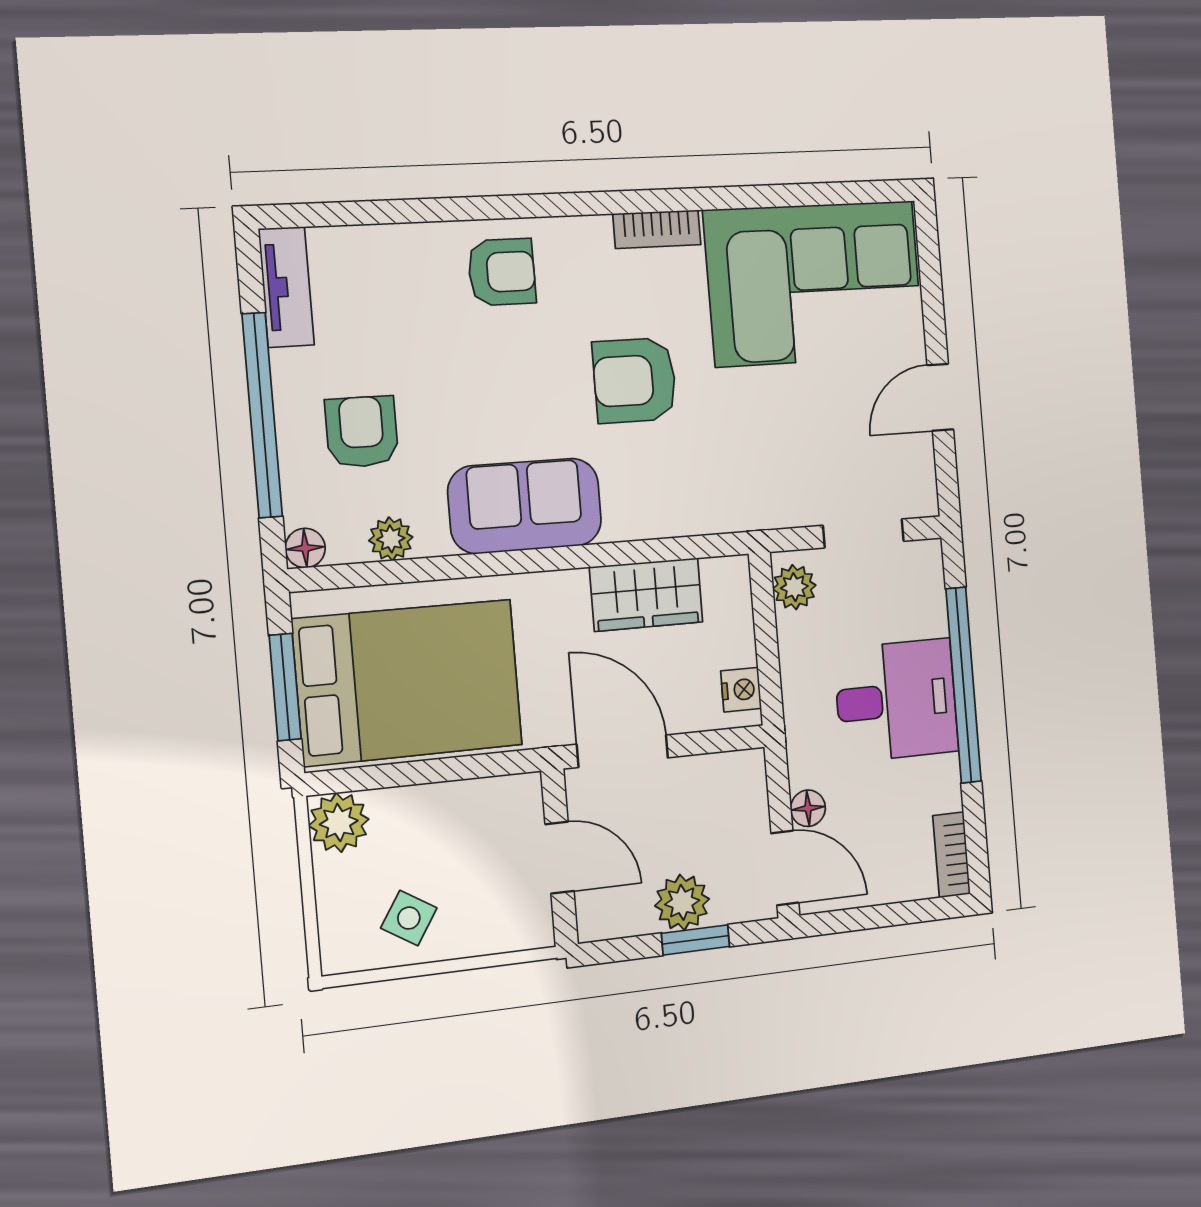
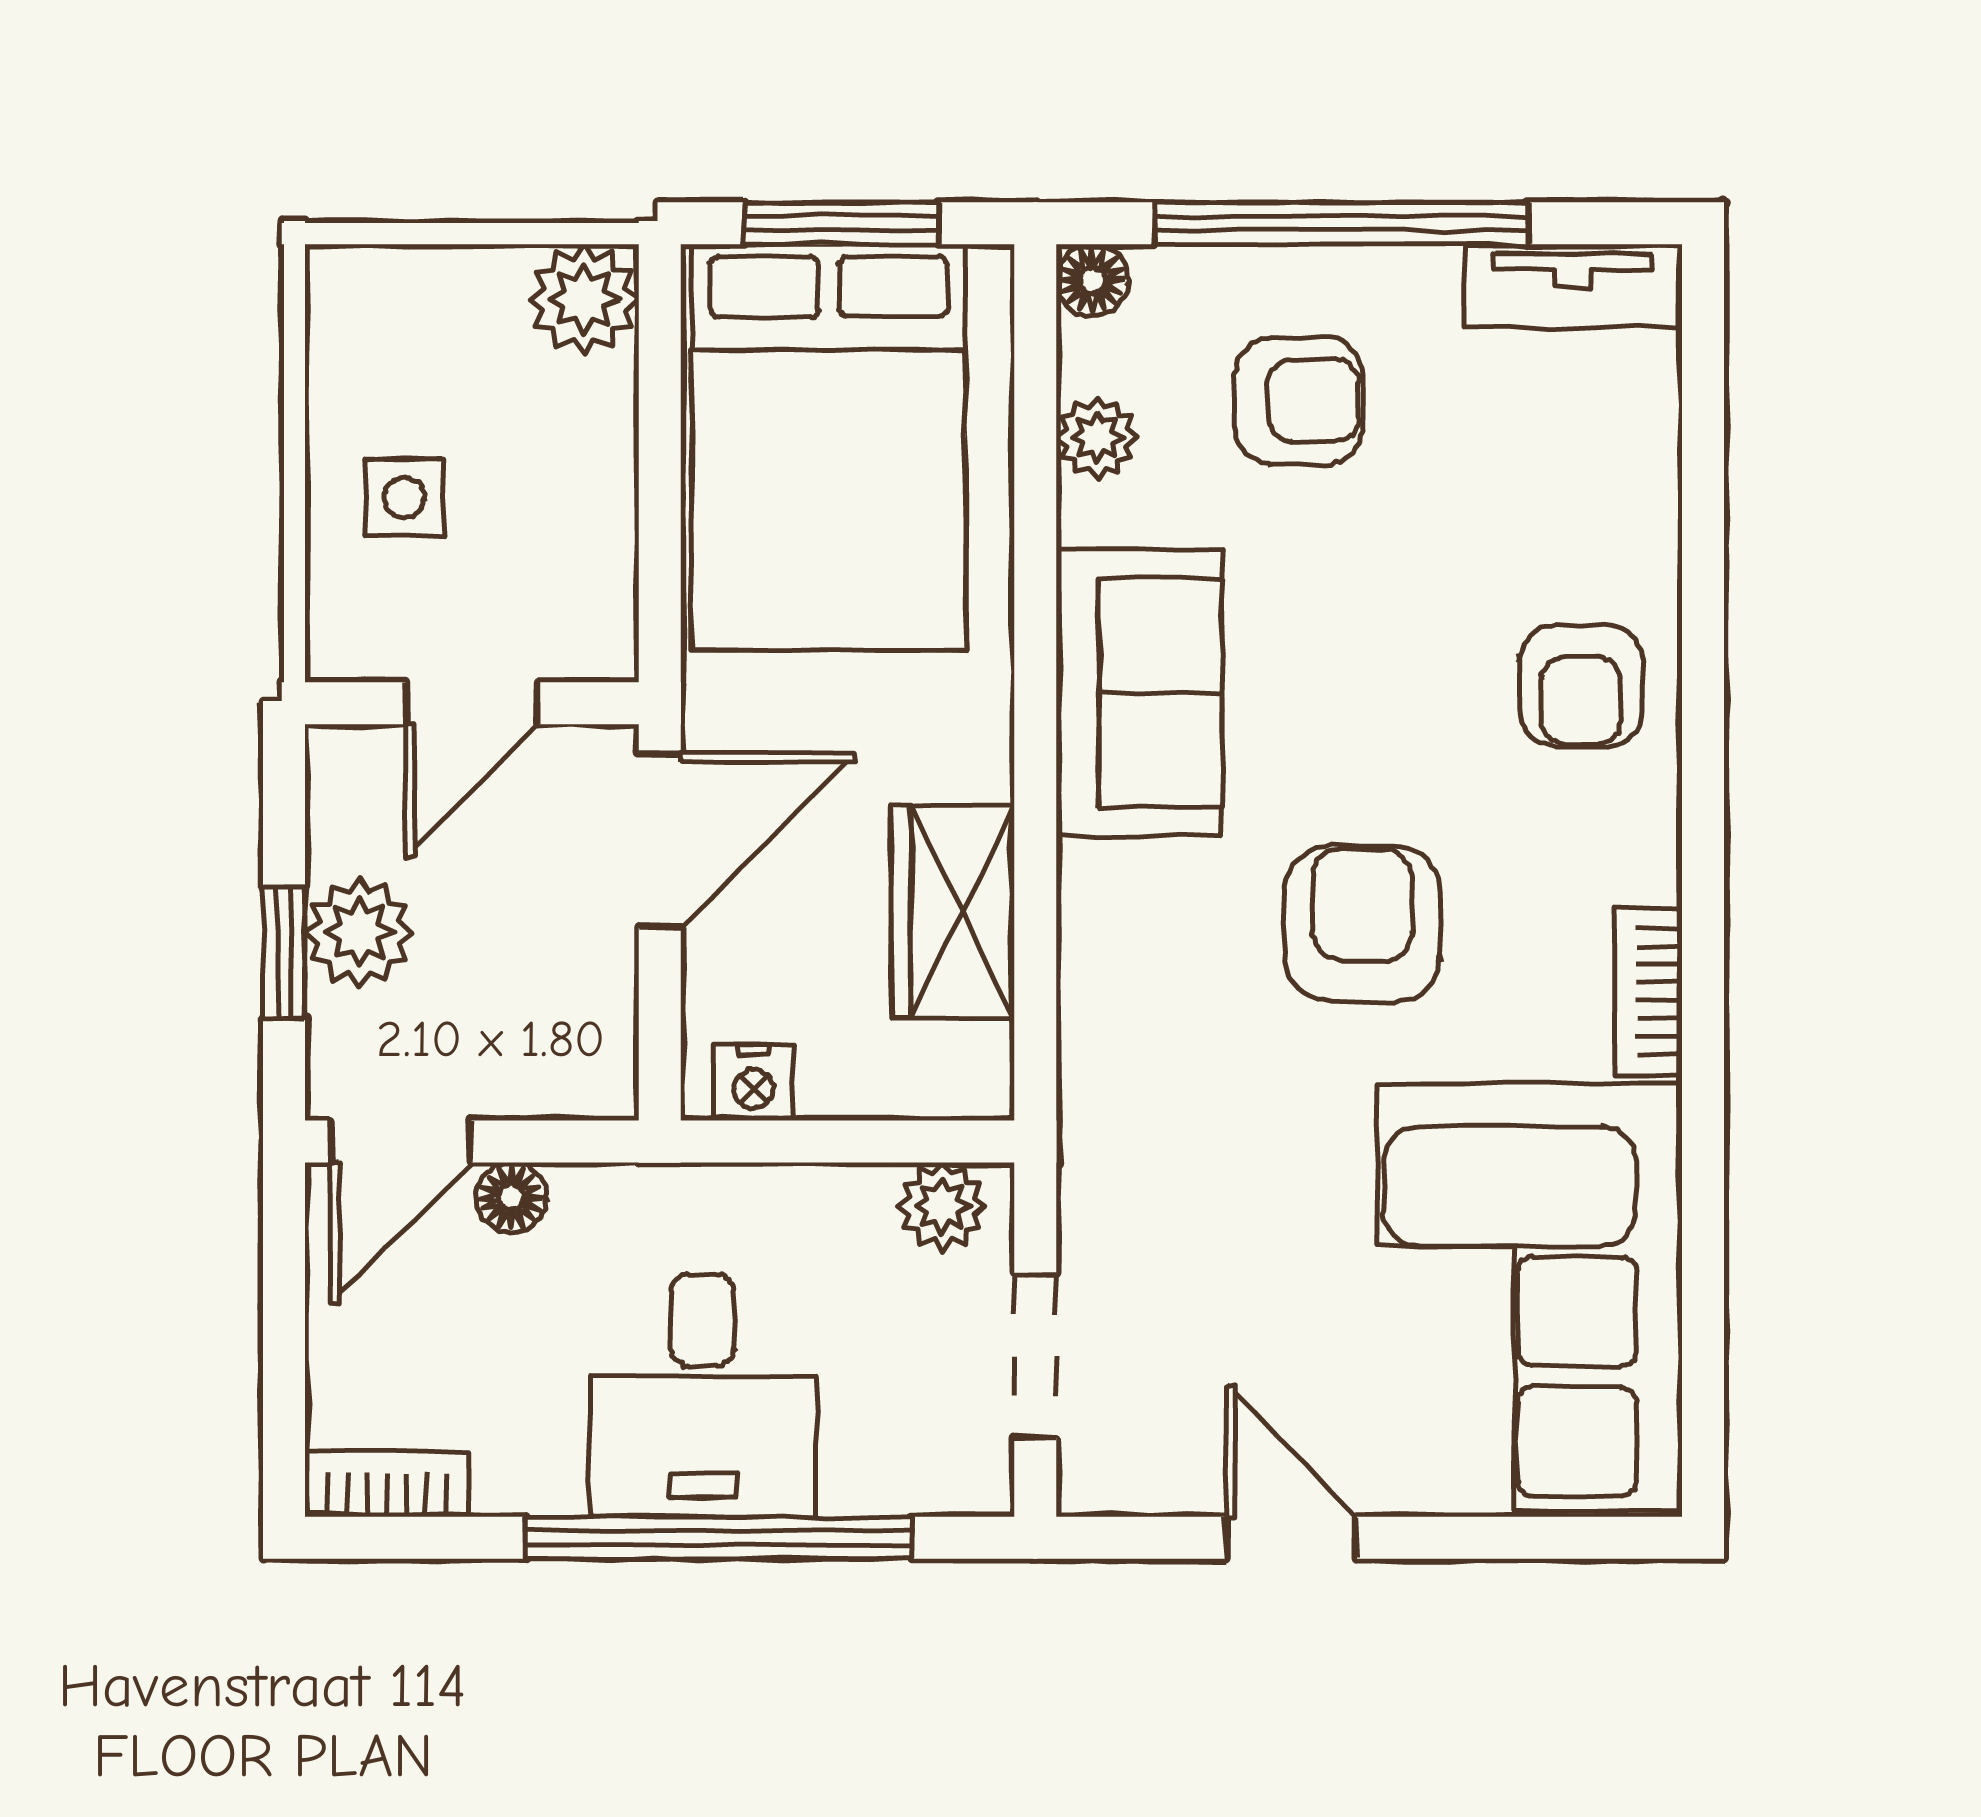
side table: (409, 918) -> (404, 498), moved, turned -32

